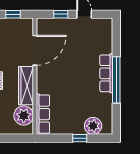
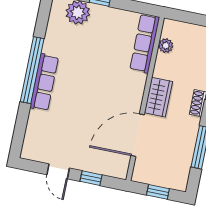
wardrobe: (26, 86) -> (158, 97), width x0.67
plant: (24, 116) -> (166, 46), width x0.53, depth x0.53

